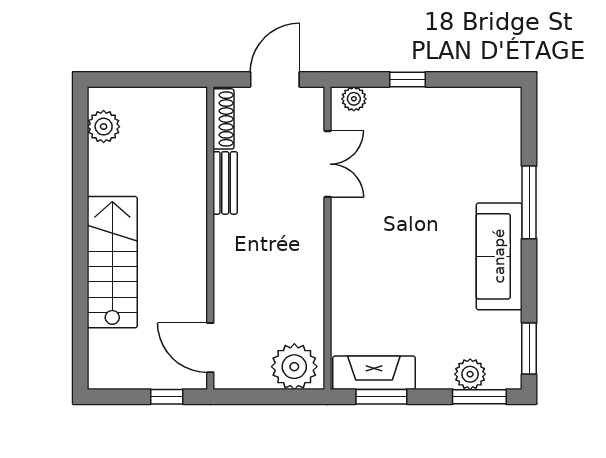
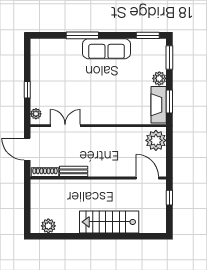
door: (210, 348) -> (147, 178), swing flipped
plant: (470, 374) -> (159, 78), moved

